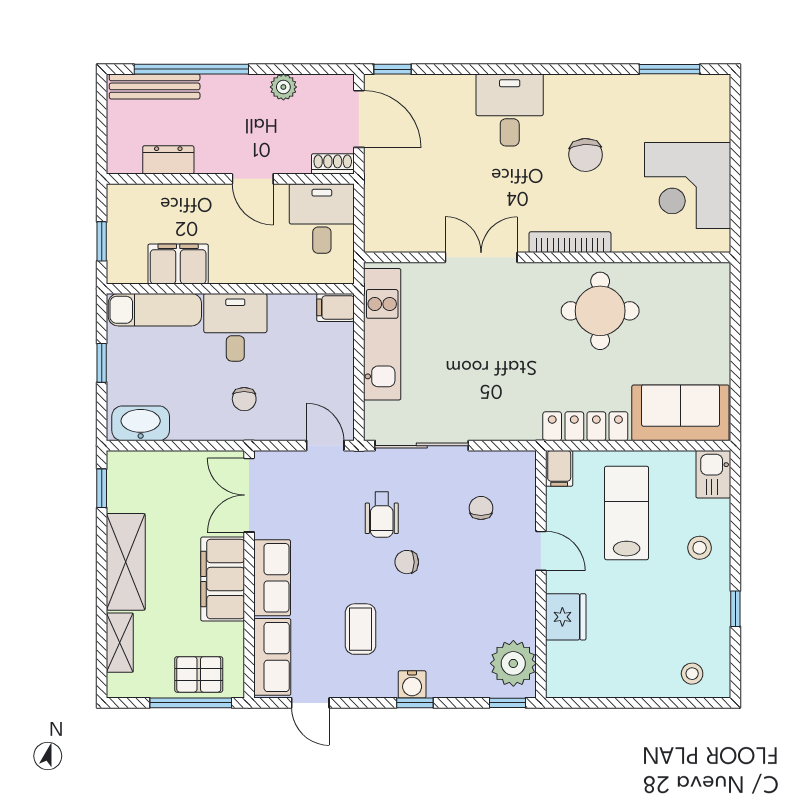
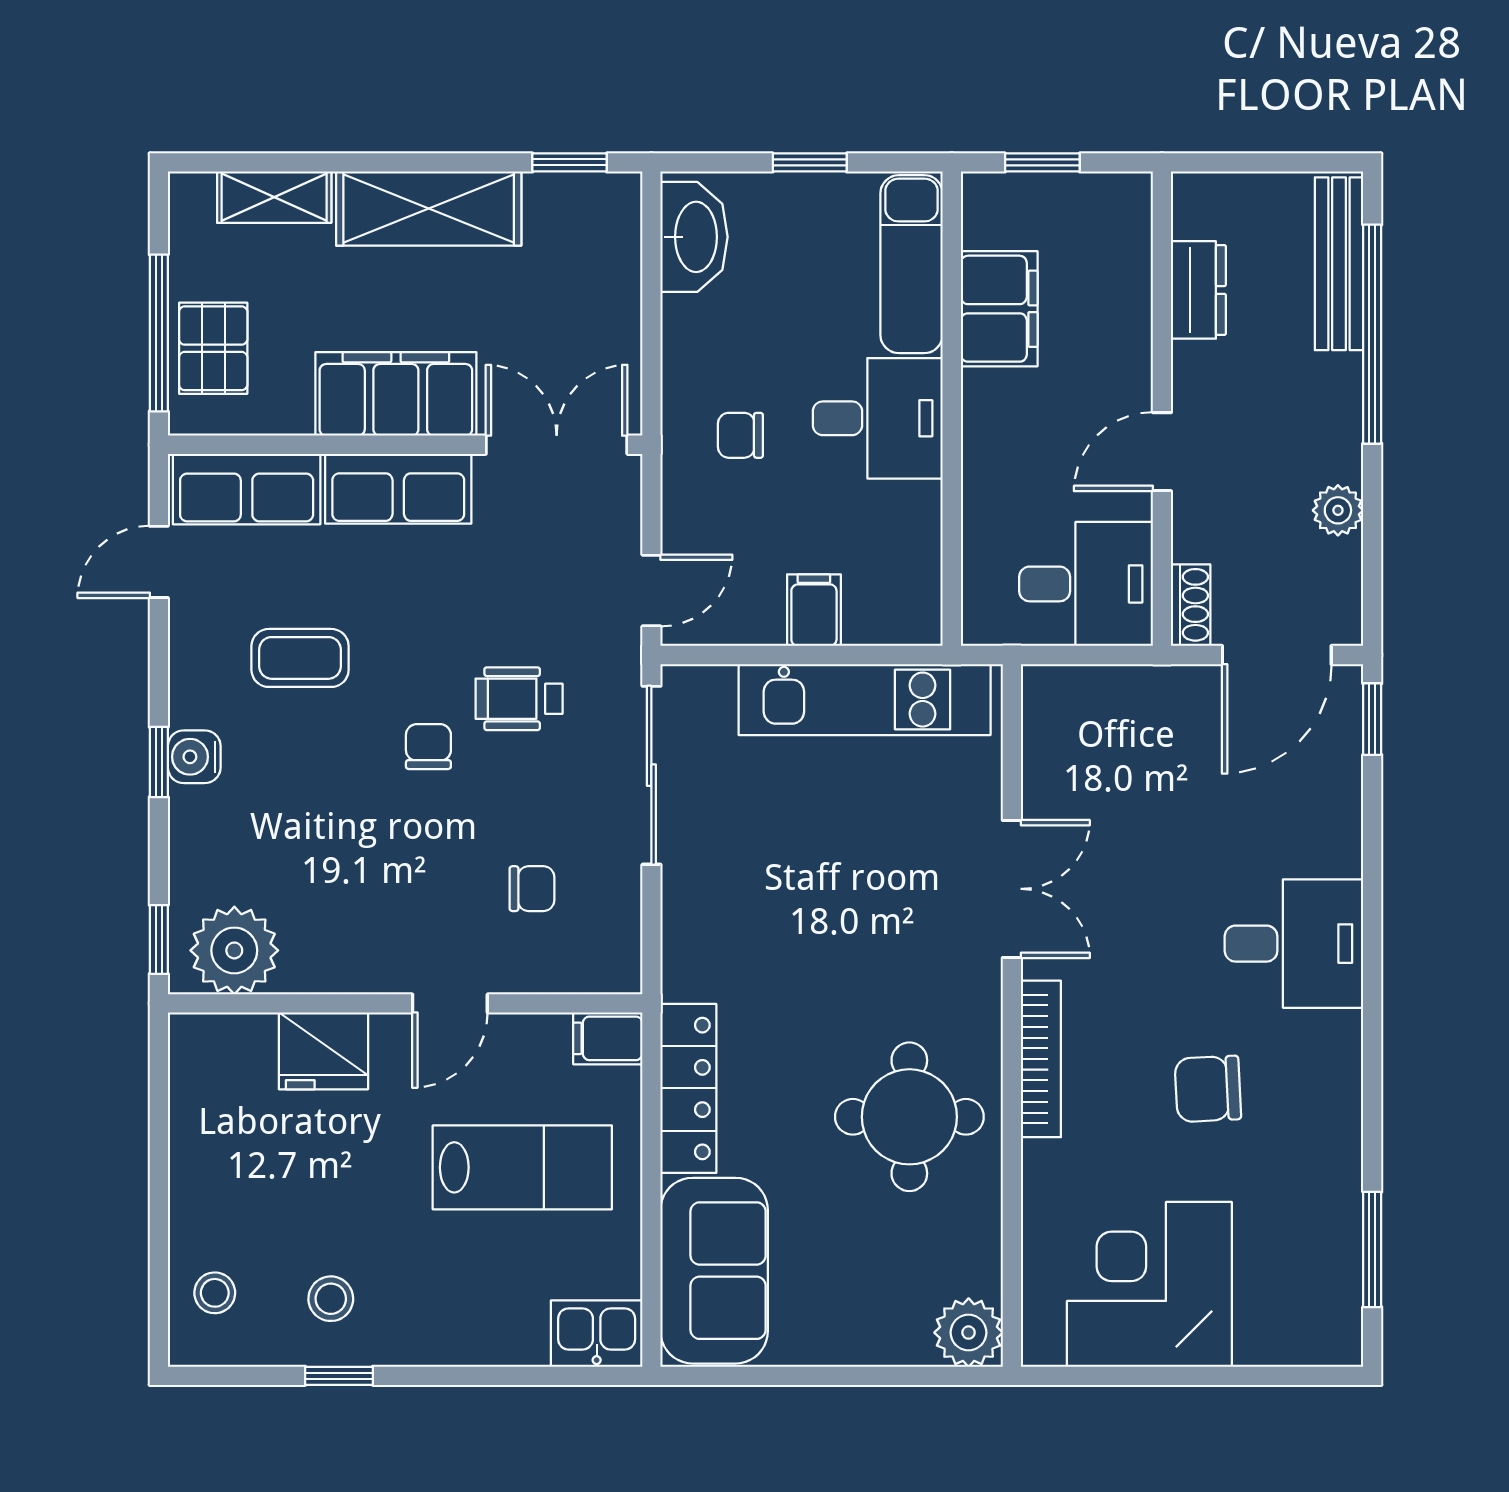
plant: (713, 280) -> (969, 1333), added
filing cabinet: (336, 307) -> (814, 610), moved
stool: (700, 548) -> (331, 1299), moved

